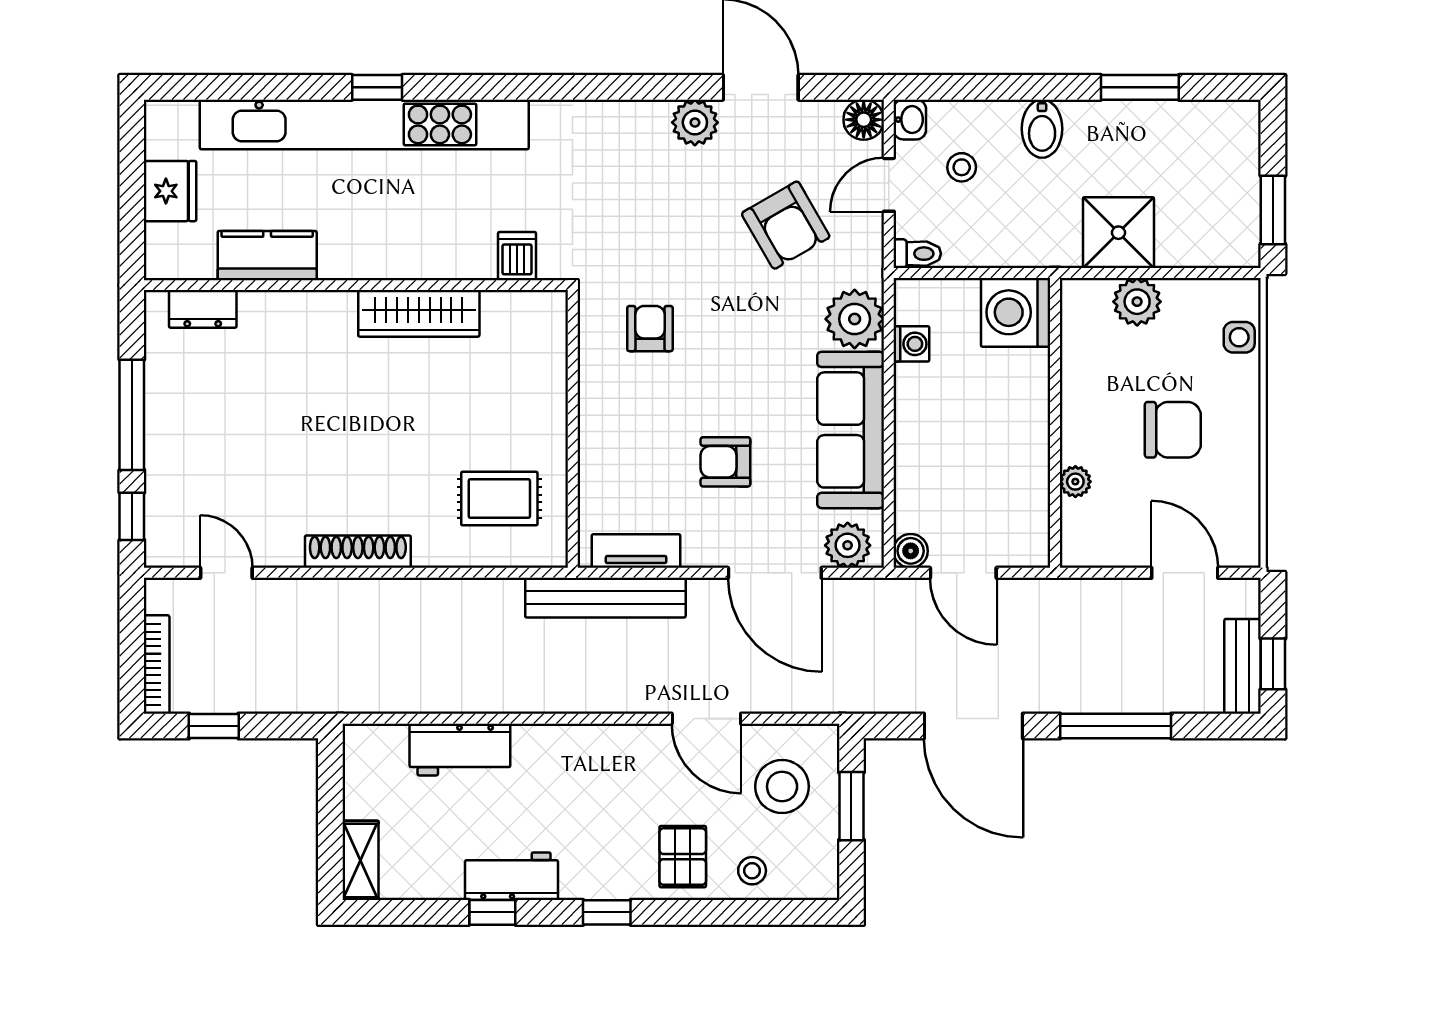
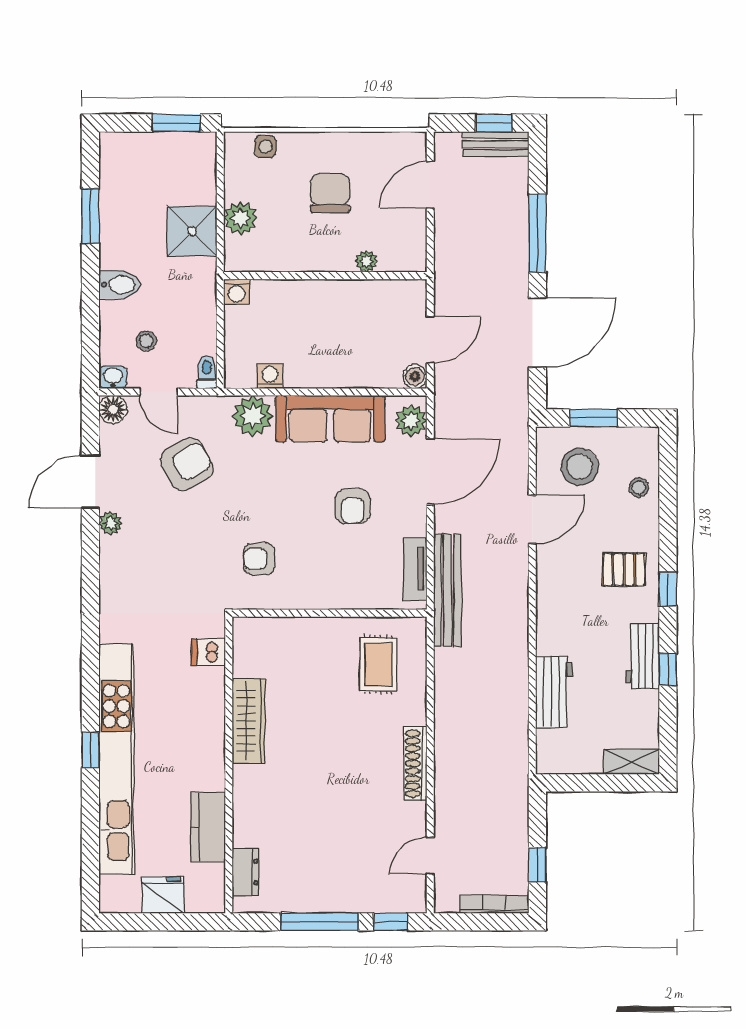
plant: (695, 122) -> (111, 523), width x0.73, depth x0.73
washing machine: (1016, 312) -> (236, 292), width x0.53, depth x0.53
pallet: (683, 857) -> (624, 570), moved

